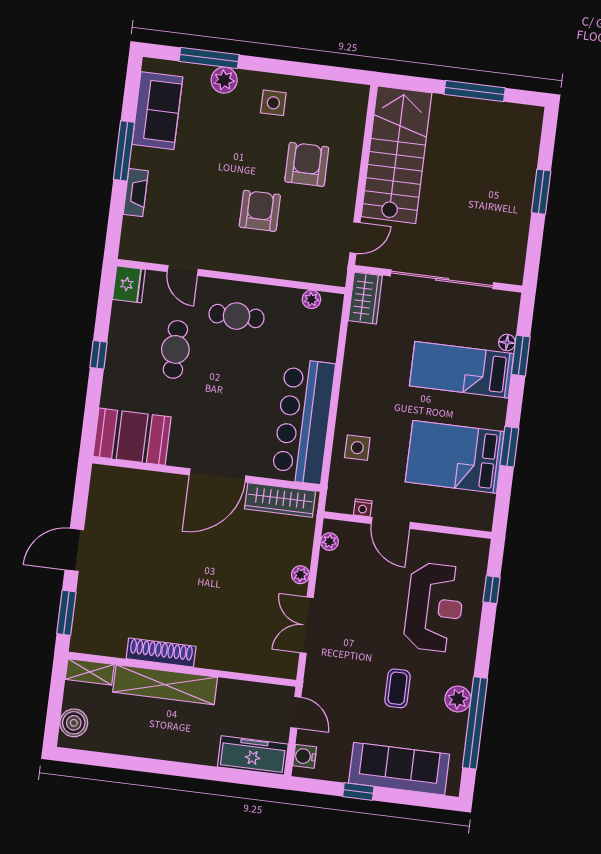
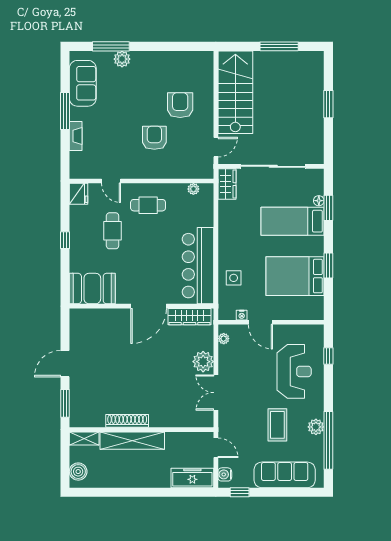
side table: (273, 103) -> (154, 69), removed
plant: (300, 575) -> (203, 362), width x1.87, depth x1.87
coffee table: (398, 688) -> (277, 425), width x1.36, depth x1.30
window: (358, 791) -> (240, 492), moved

